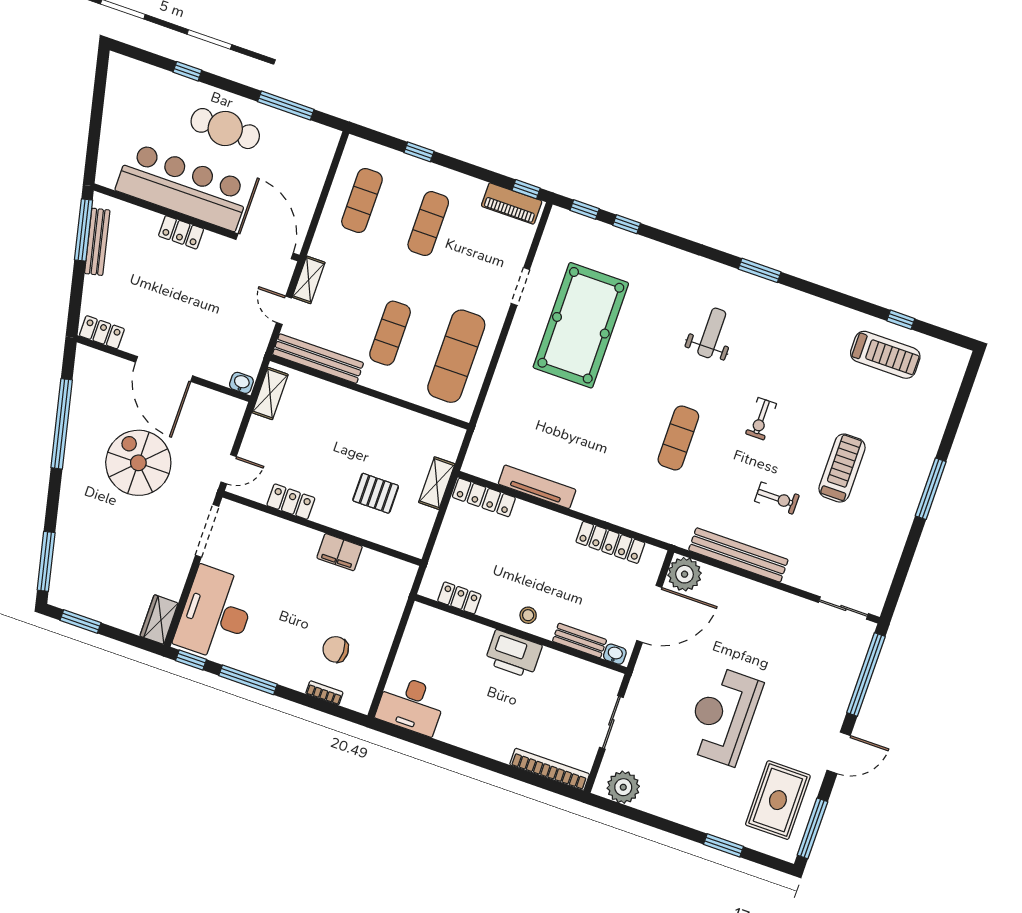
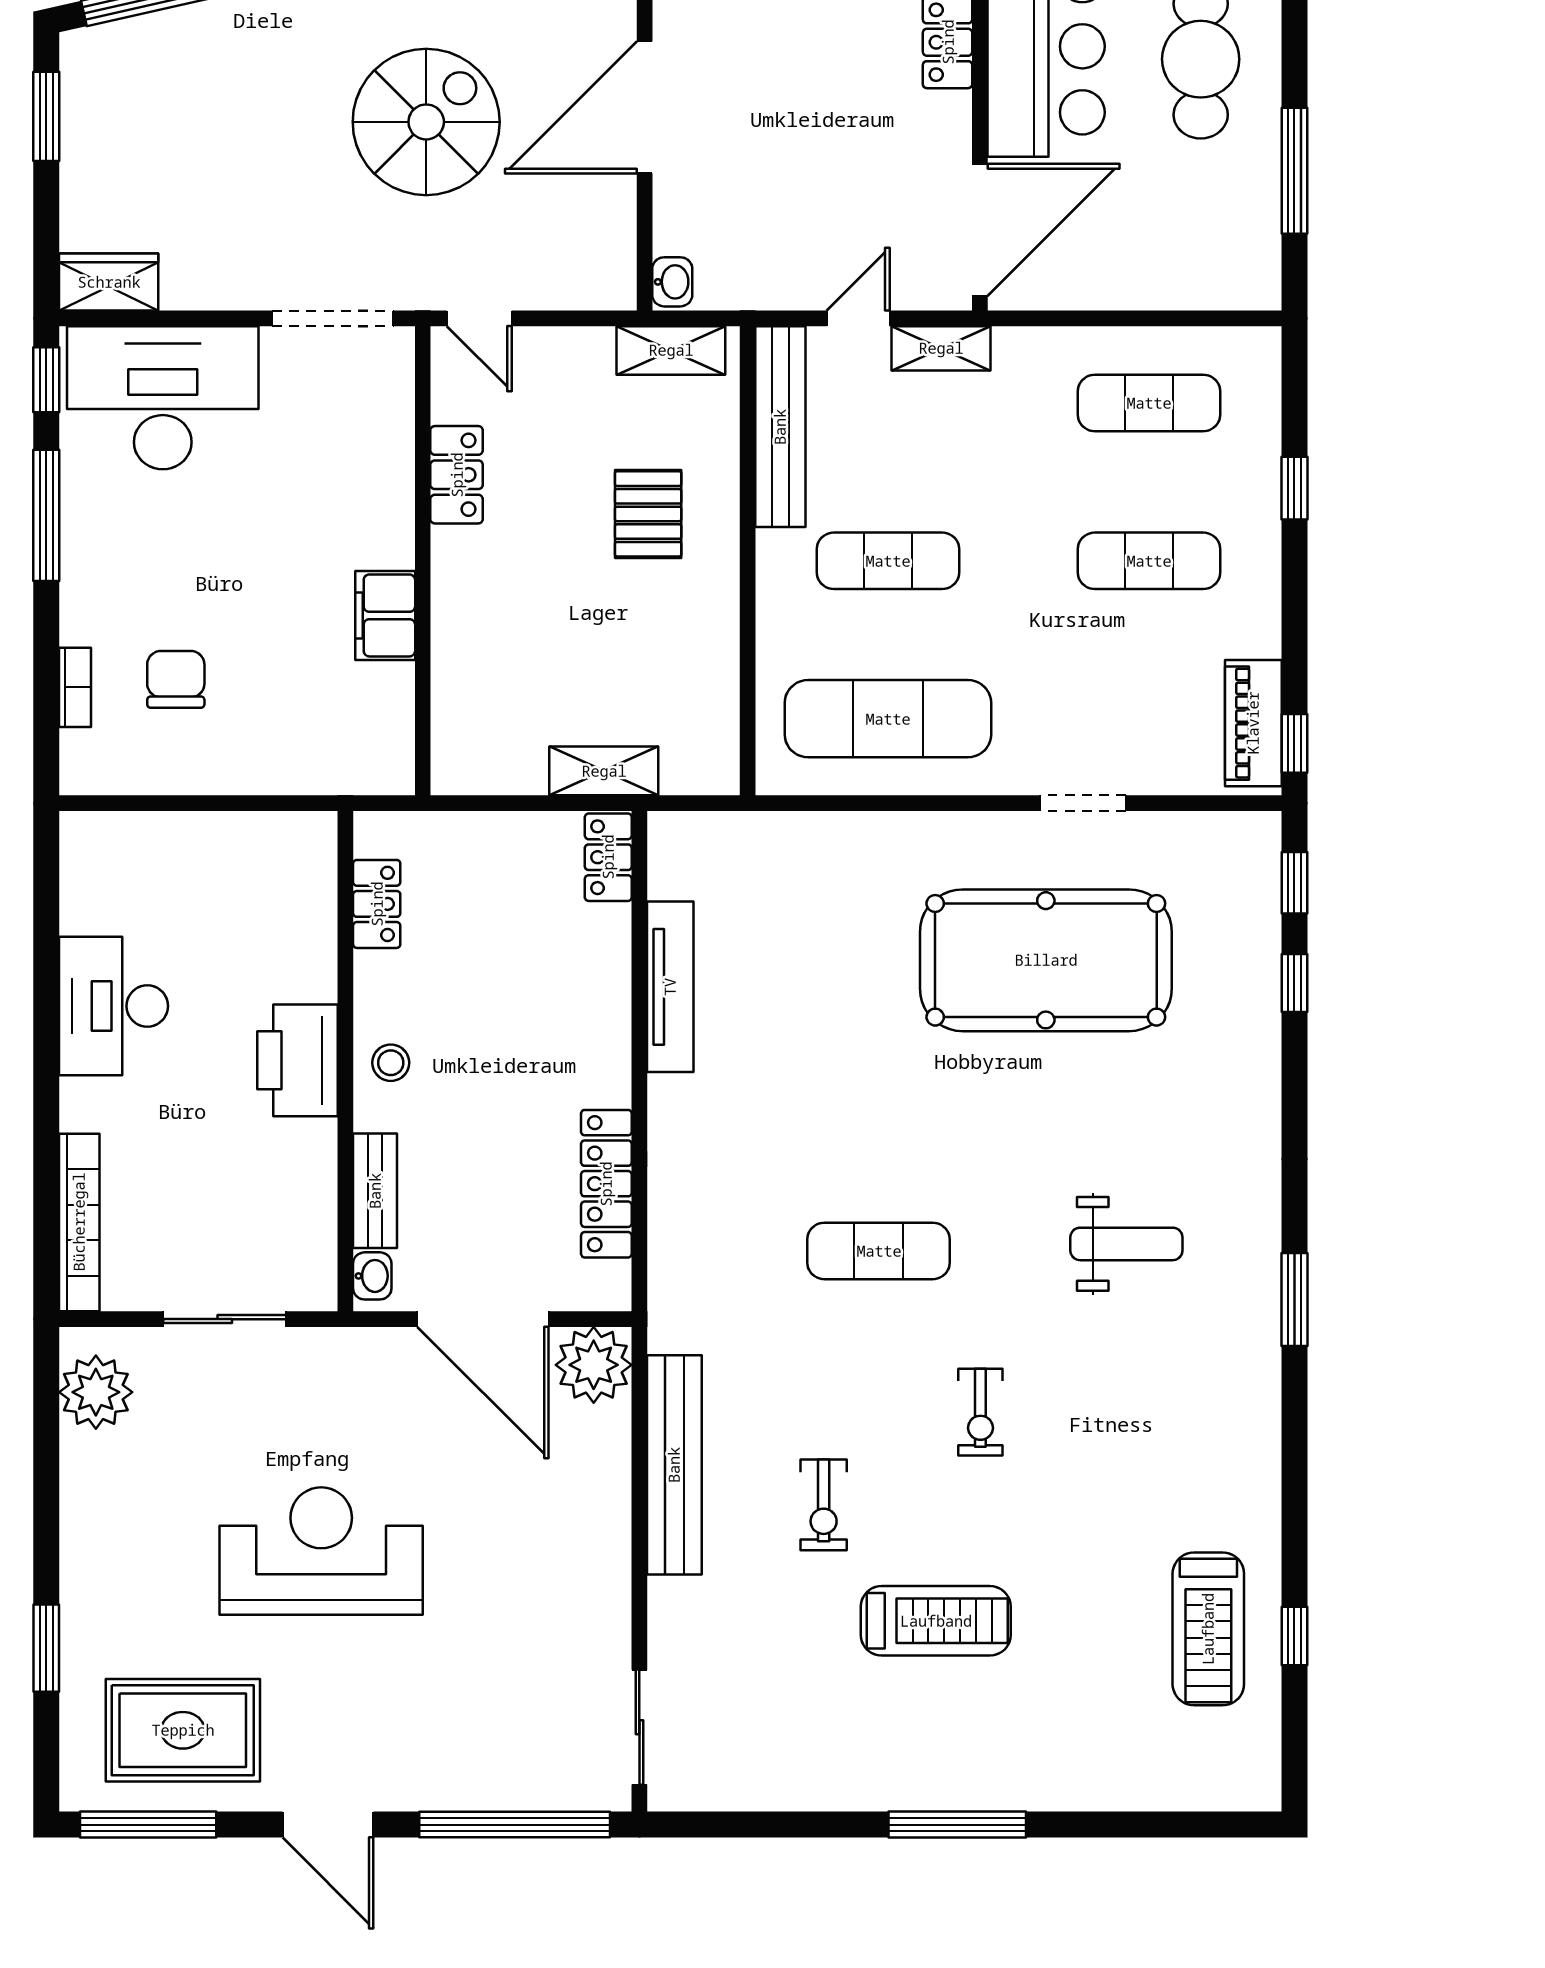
exercise bike: (761, 419) -> (980, 1412), turned -90
pallet: (376, 493) -> (648, 514), moved
locker: (484, 497) -> (608, 857), width x0.66
desk: (411, 705) -> (114, 1006), moved

